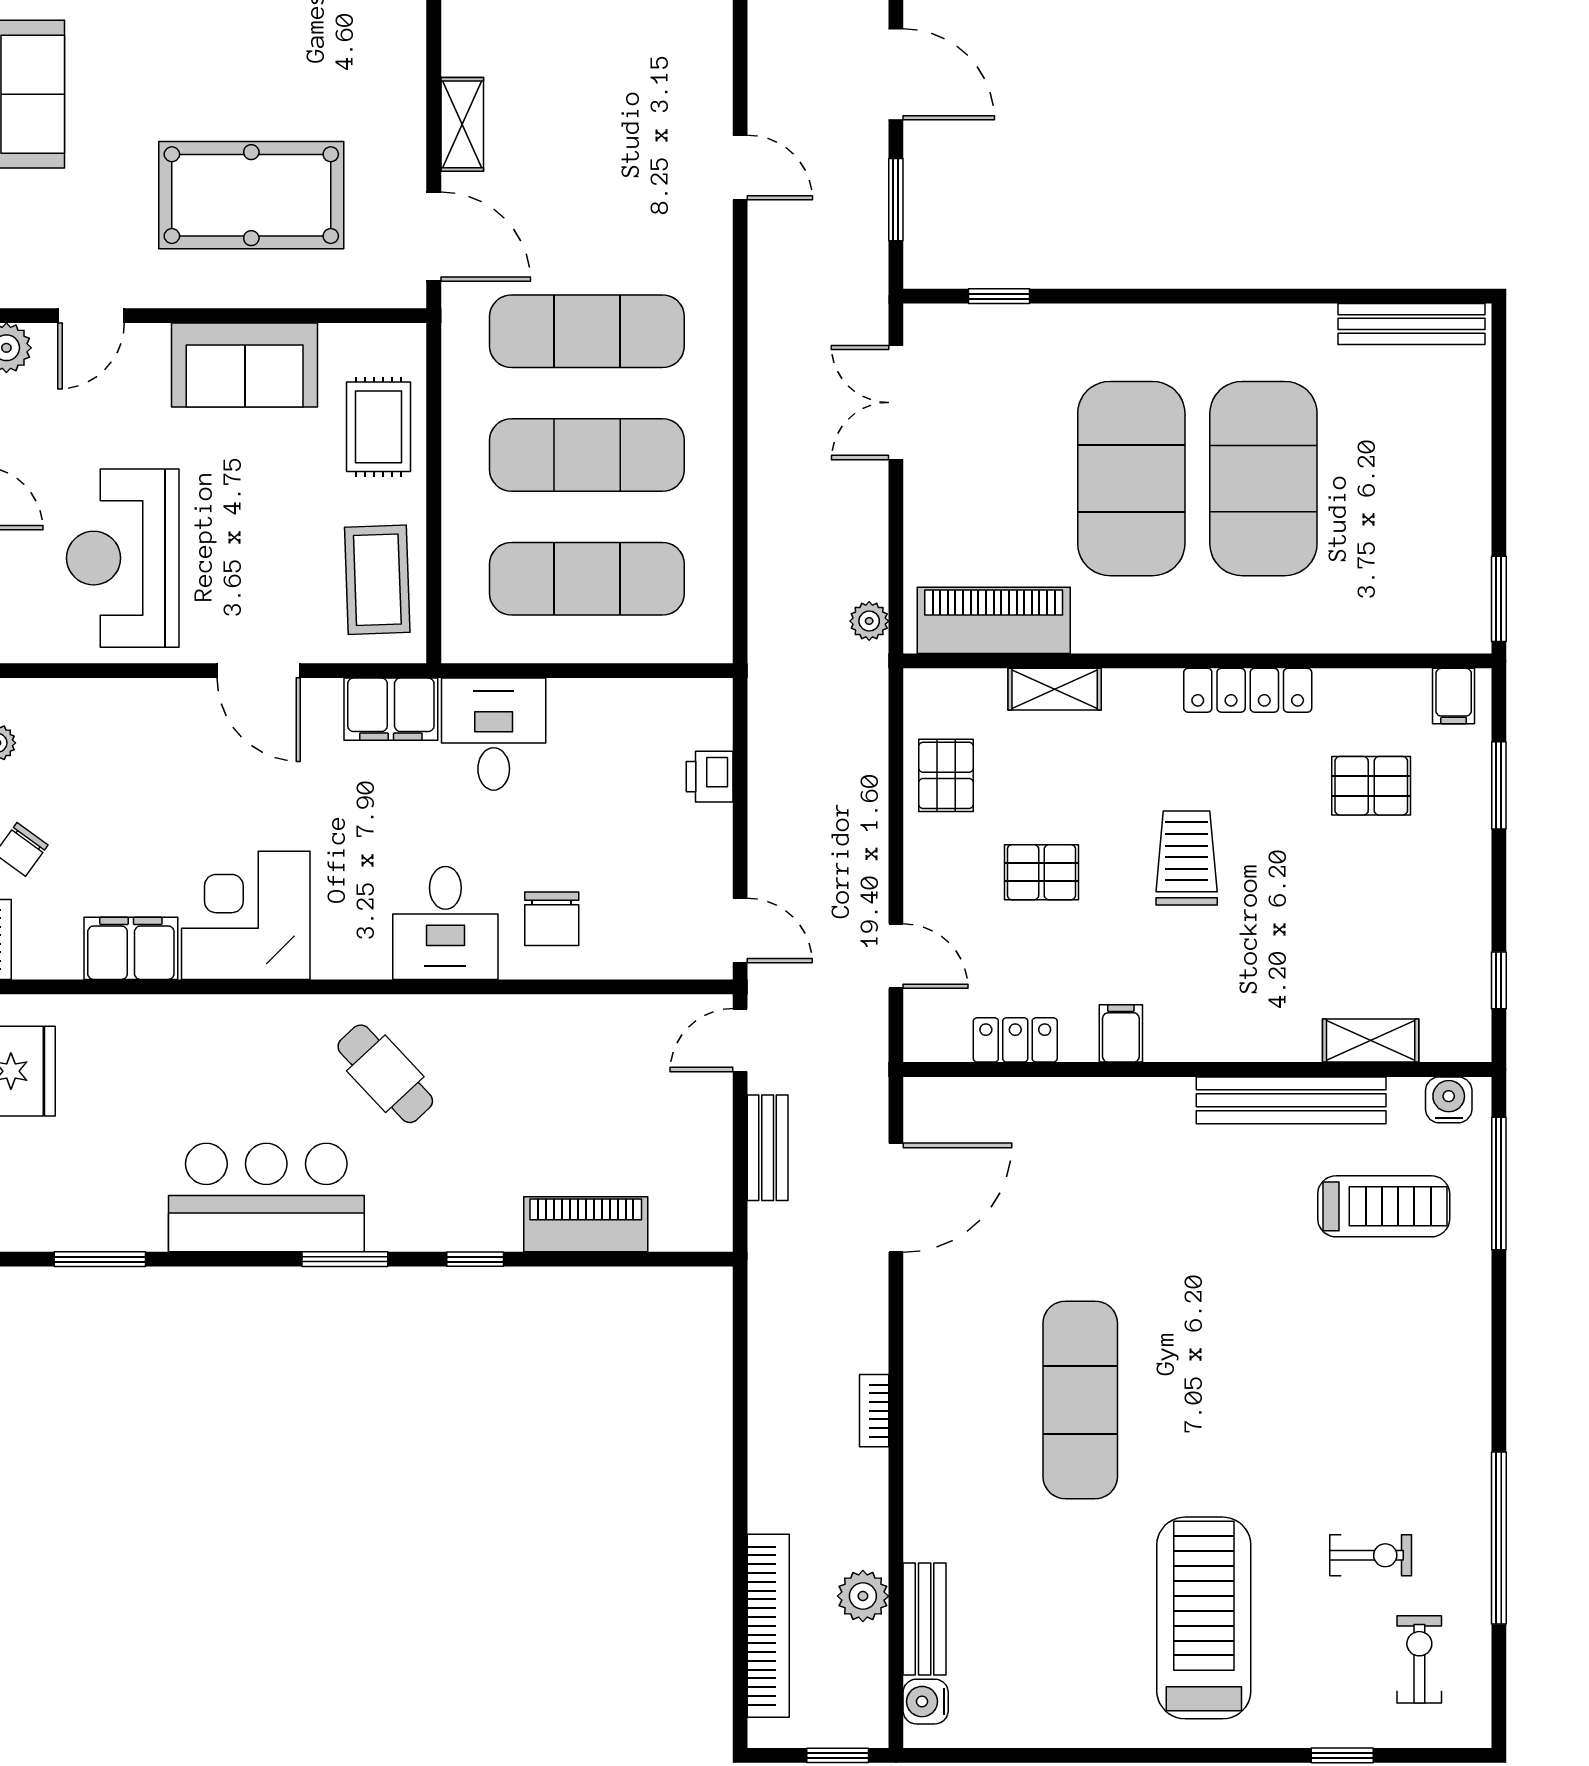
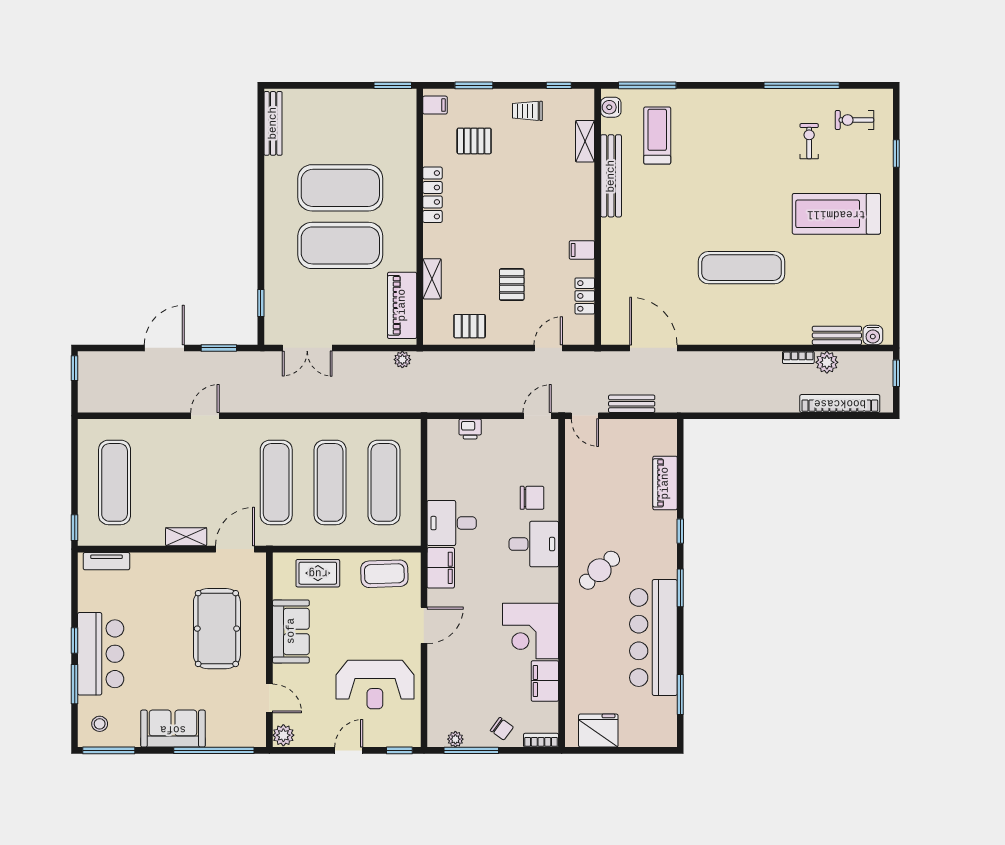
pallet: (1371, 786) -> (474, 141), turned 90
trolley: (1187, 858) -> (527, 111), moved, width x0.73, depth x0.72
bar counter: (266, 1198) -> (653, 638), width x1.36
bookcase: (874, 1411) -> (798, 357), moved

